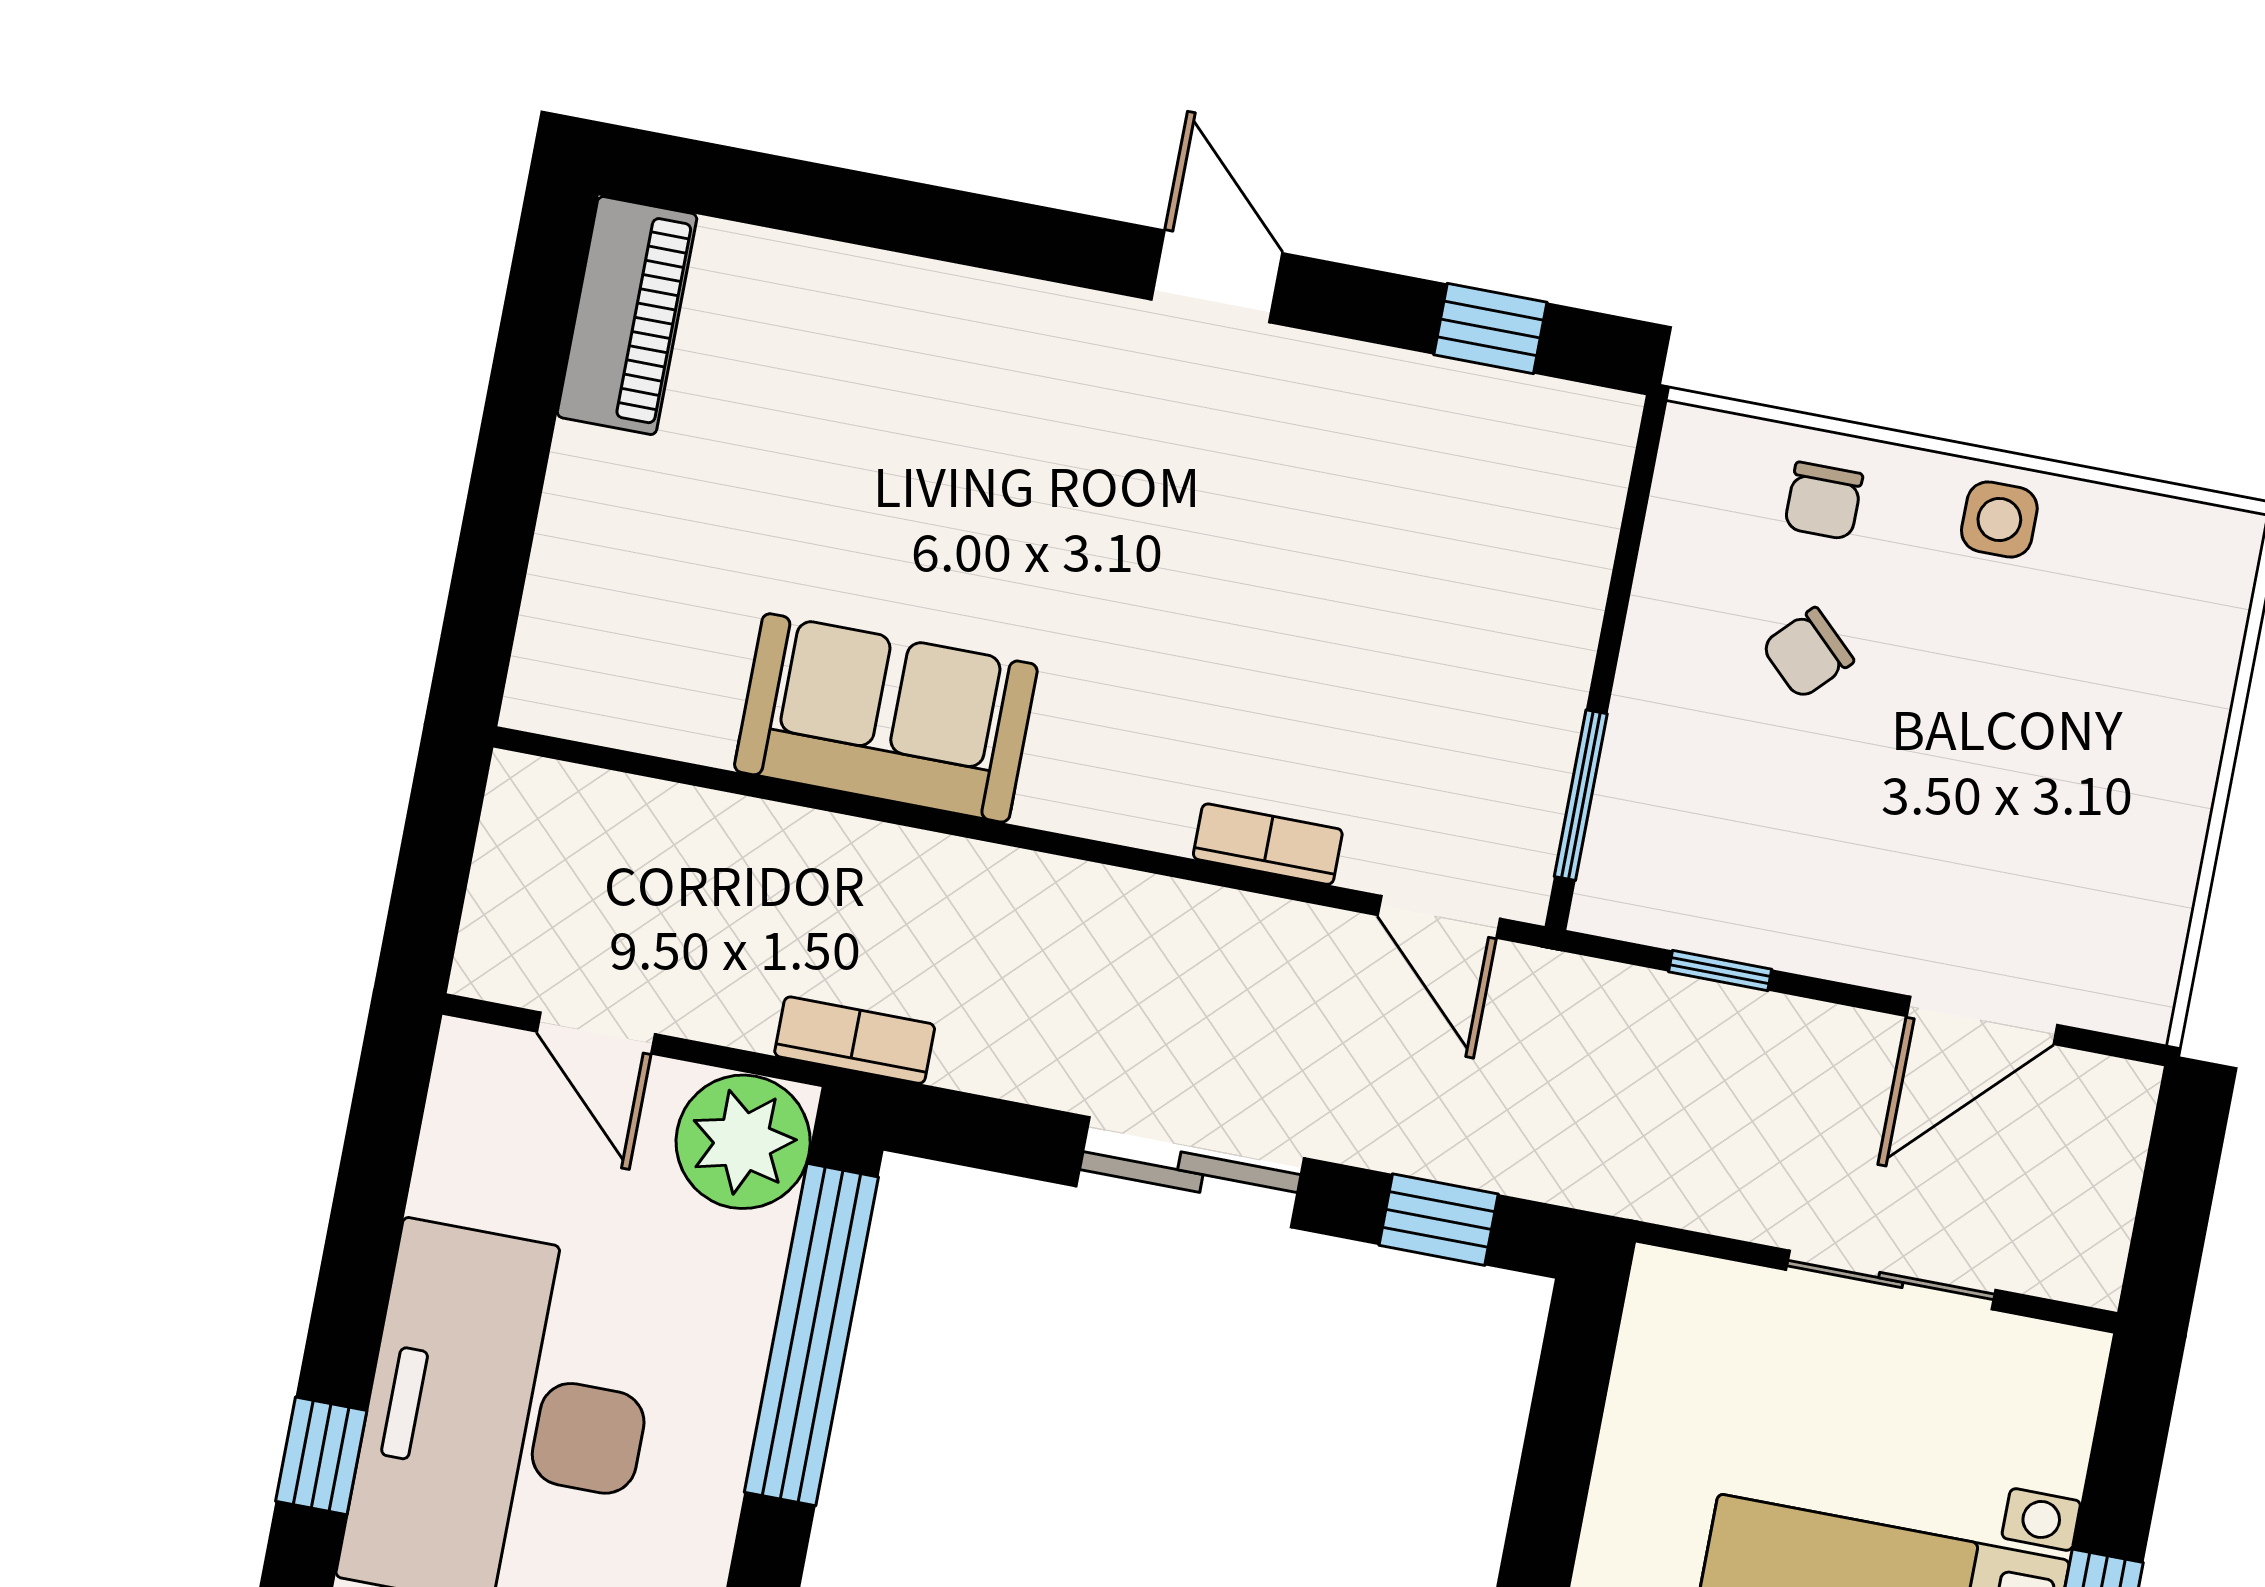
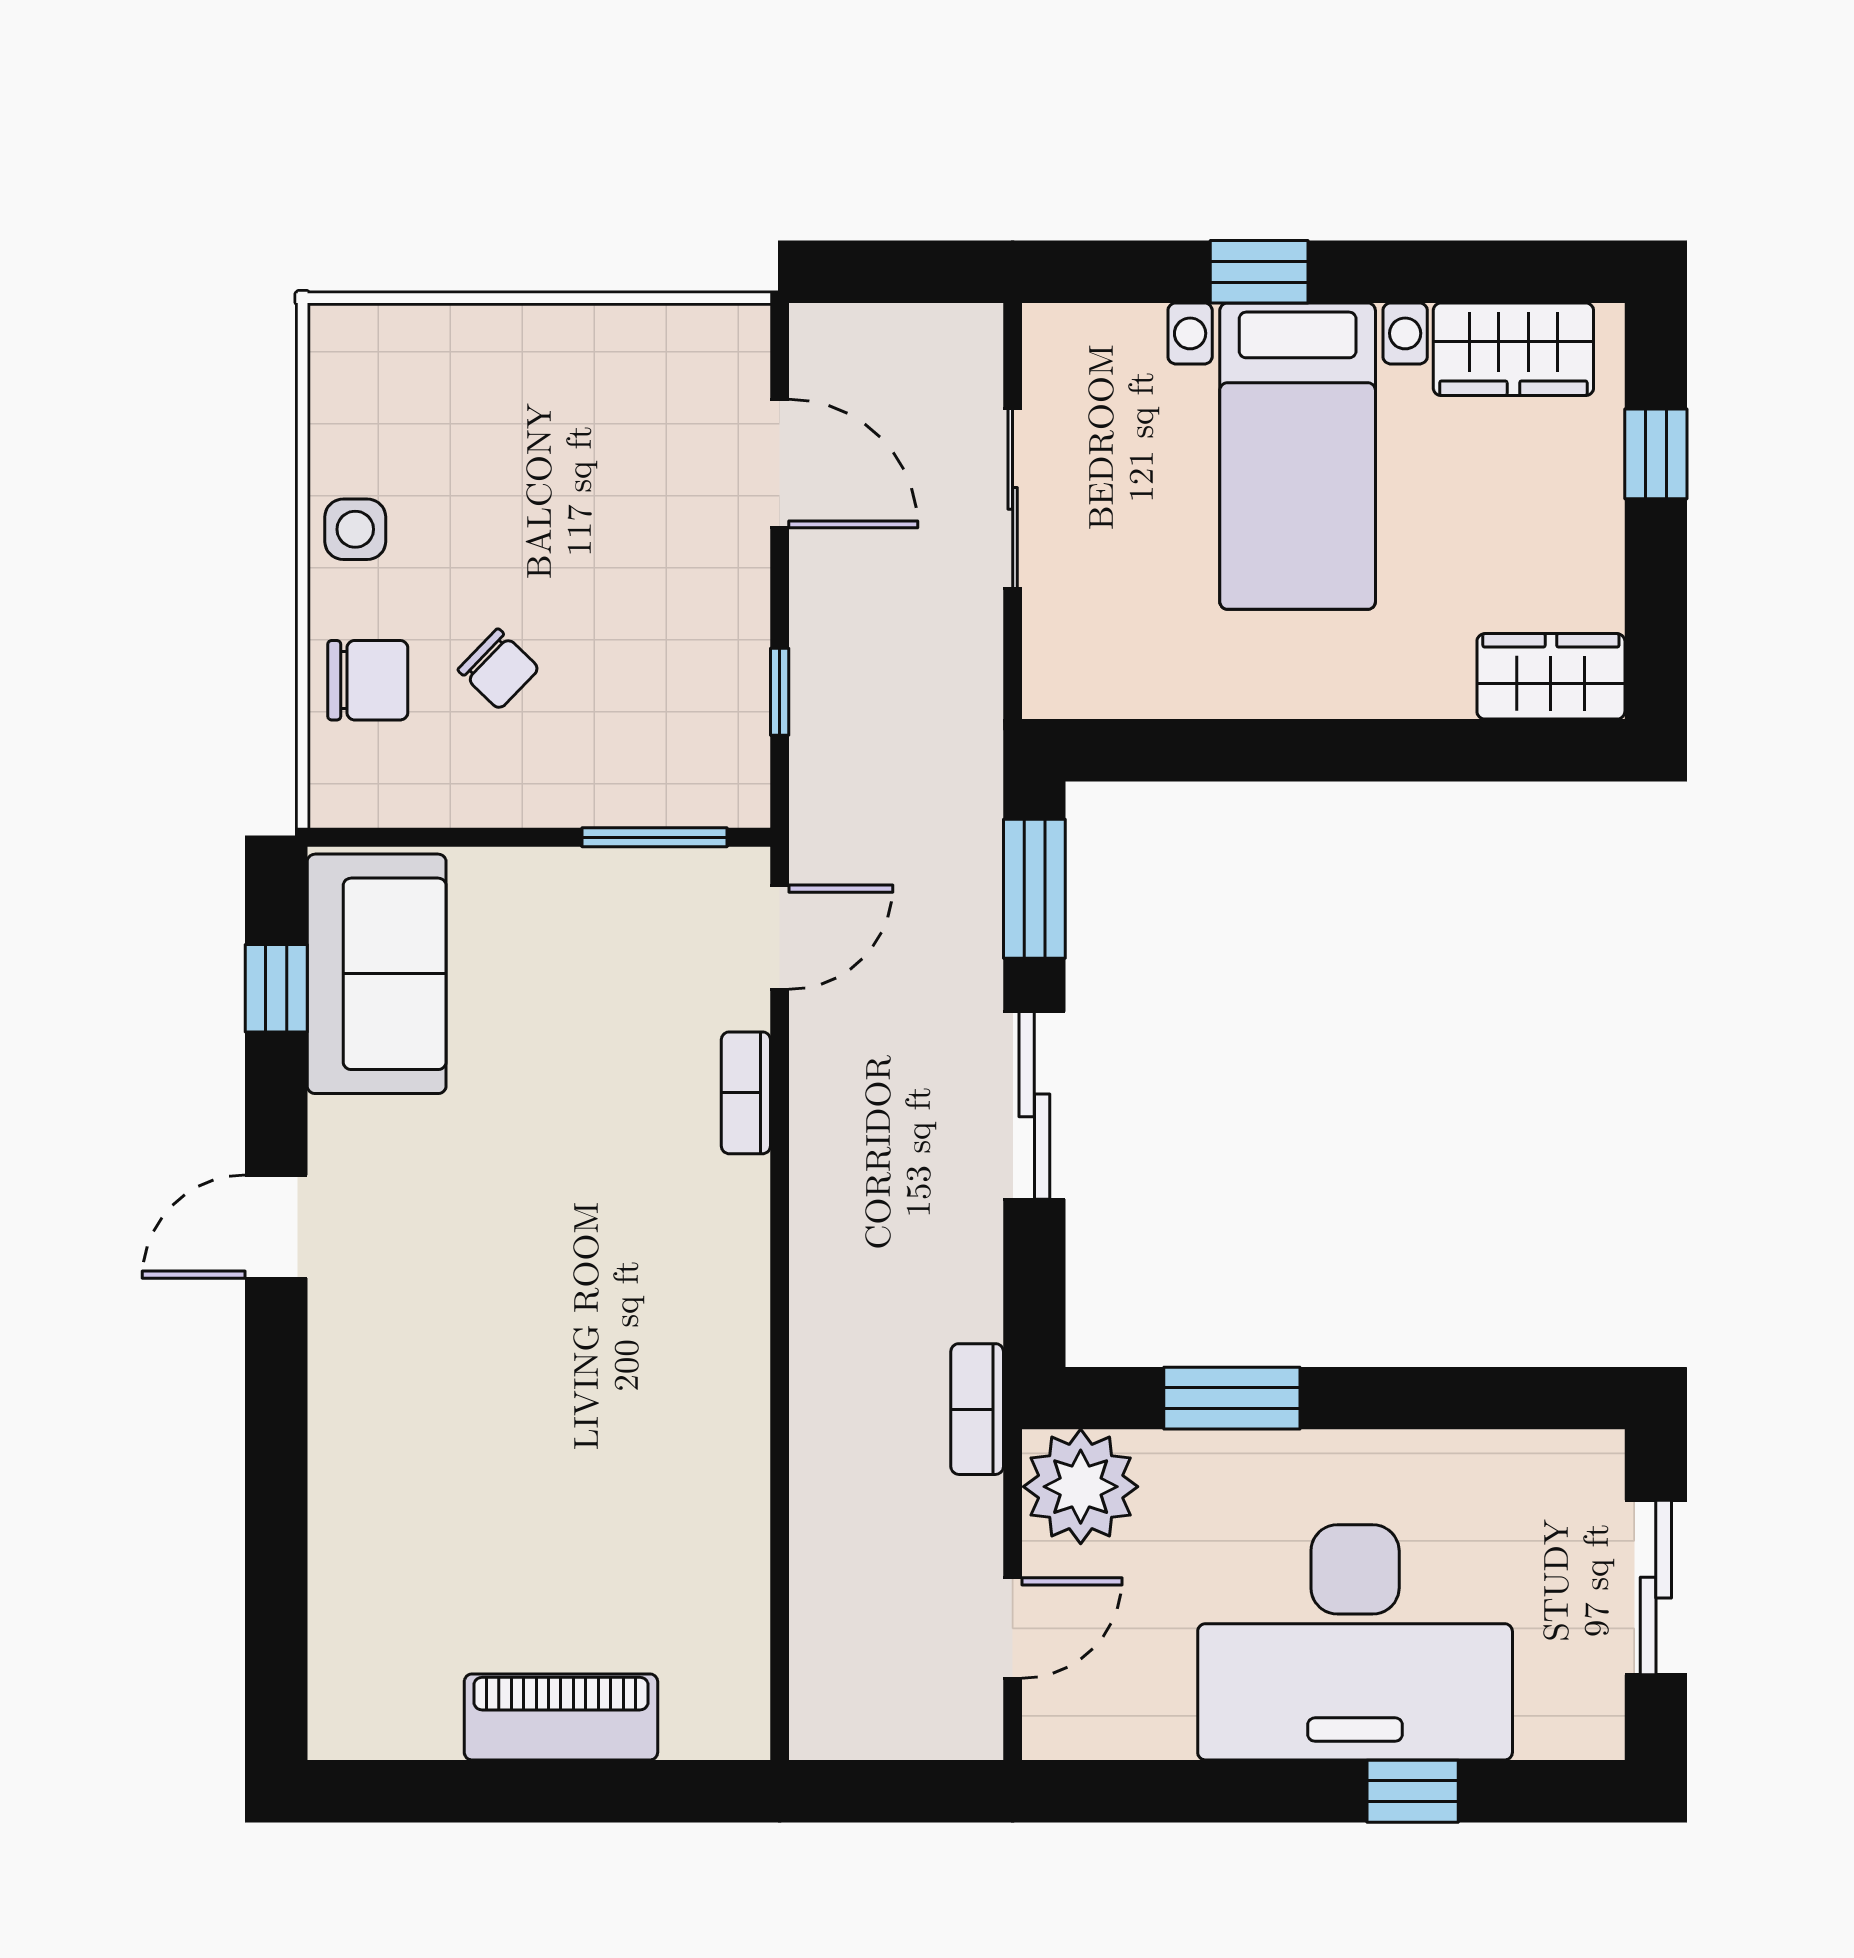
piano: (627, 316) -> (561, 1717), moved
chair: (1823, 501) -> (368, 680), width x1.37, depth x1.37
sofa: (886, 718) -> (377, 974), moved, turned 180
window: (1439, 1220) -> (1034, 889), width x1.50
window: (811, 1335) -> (1232, 1398), width x0.47

